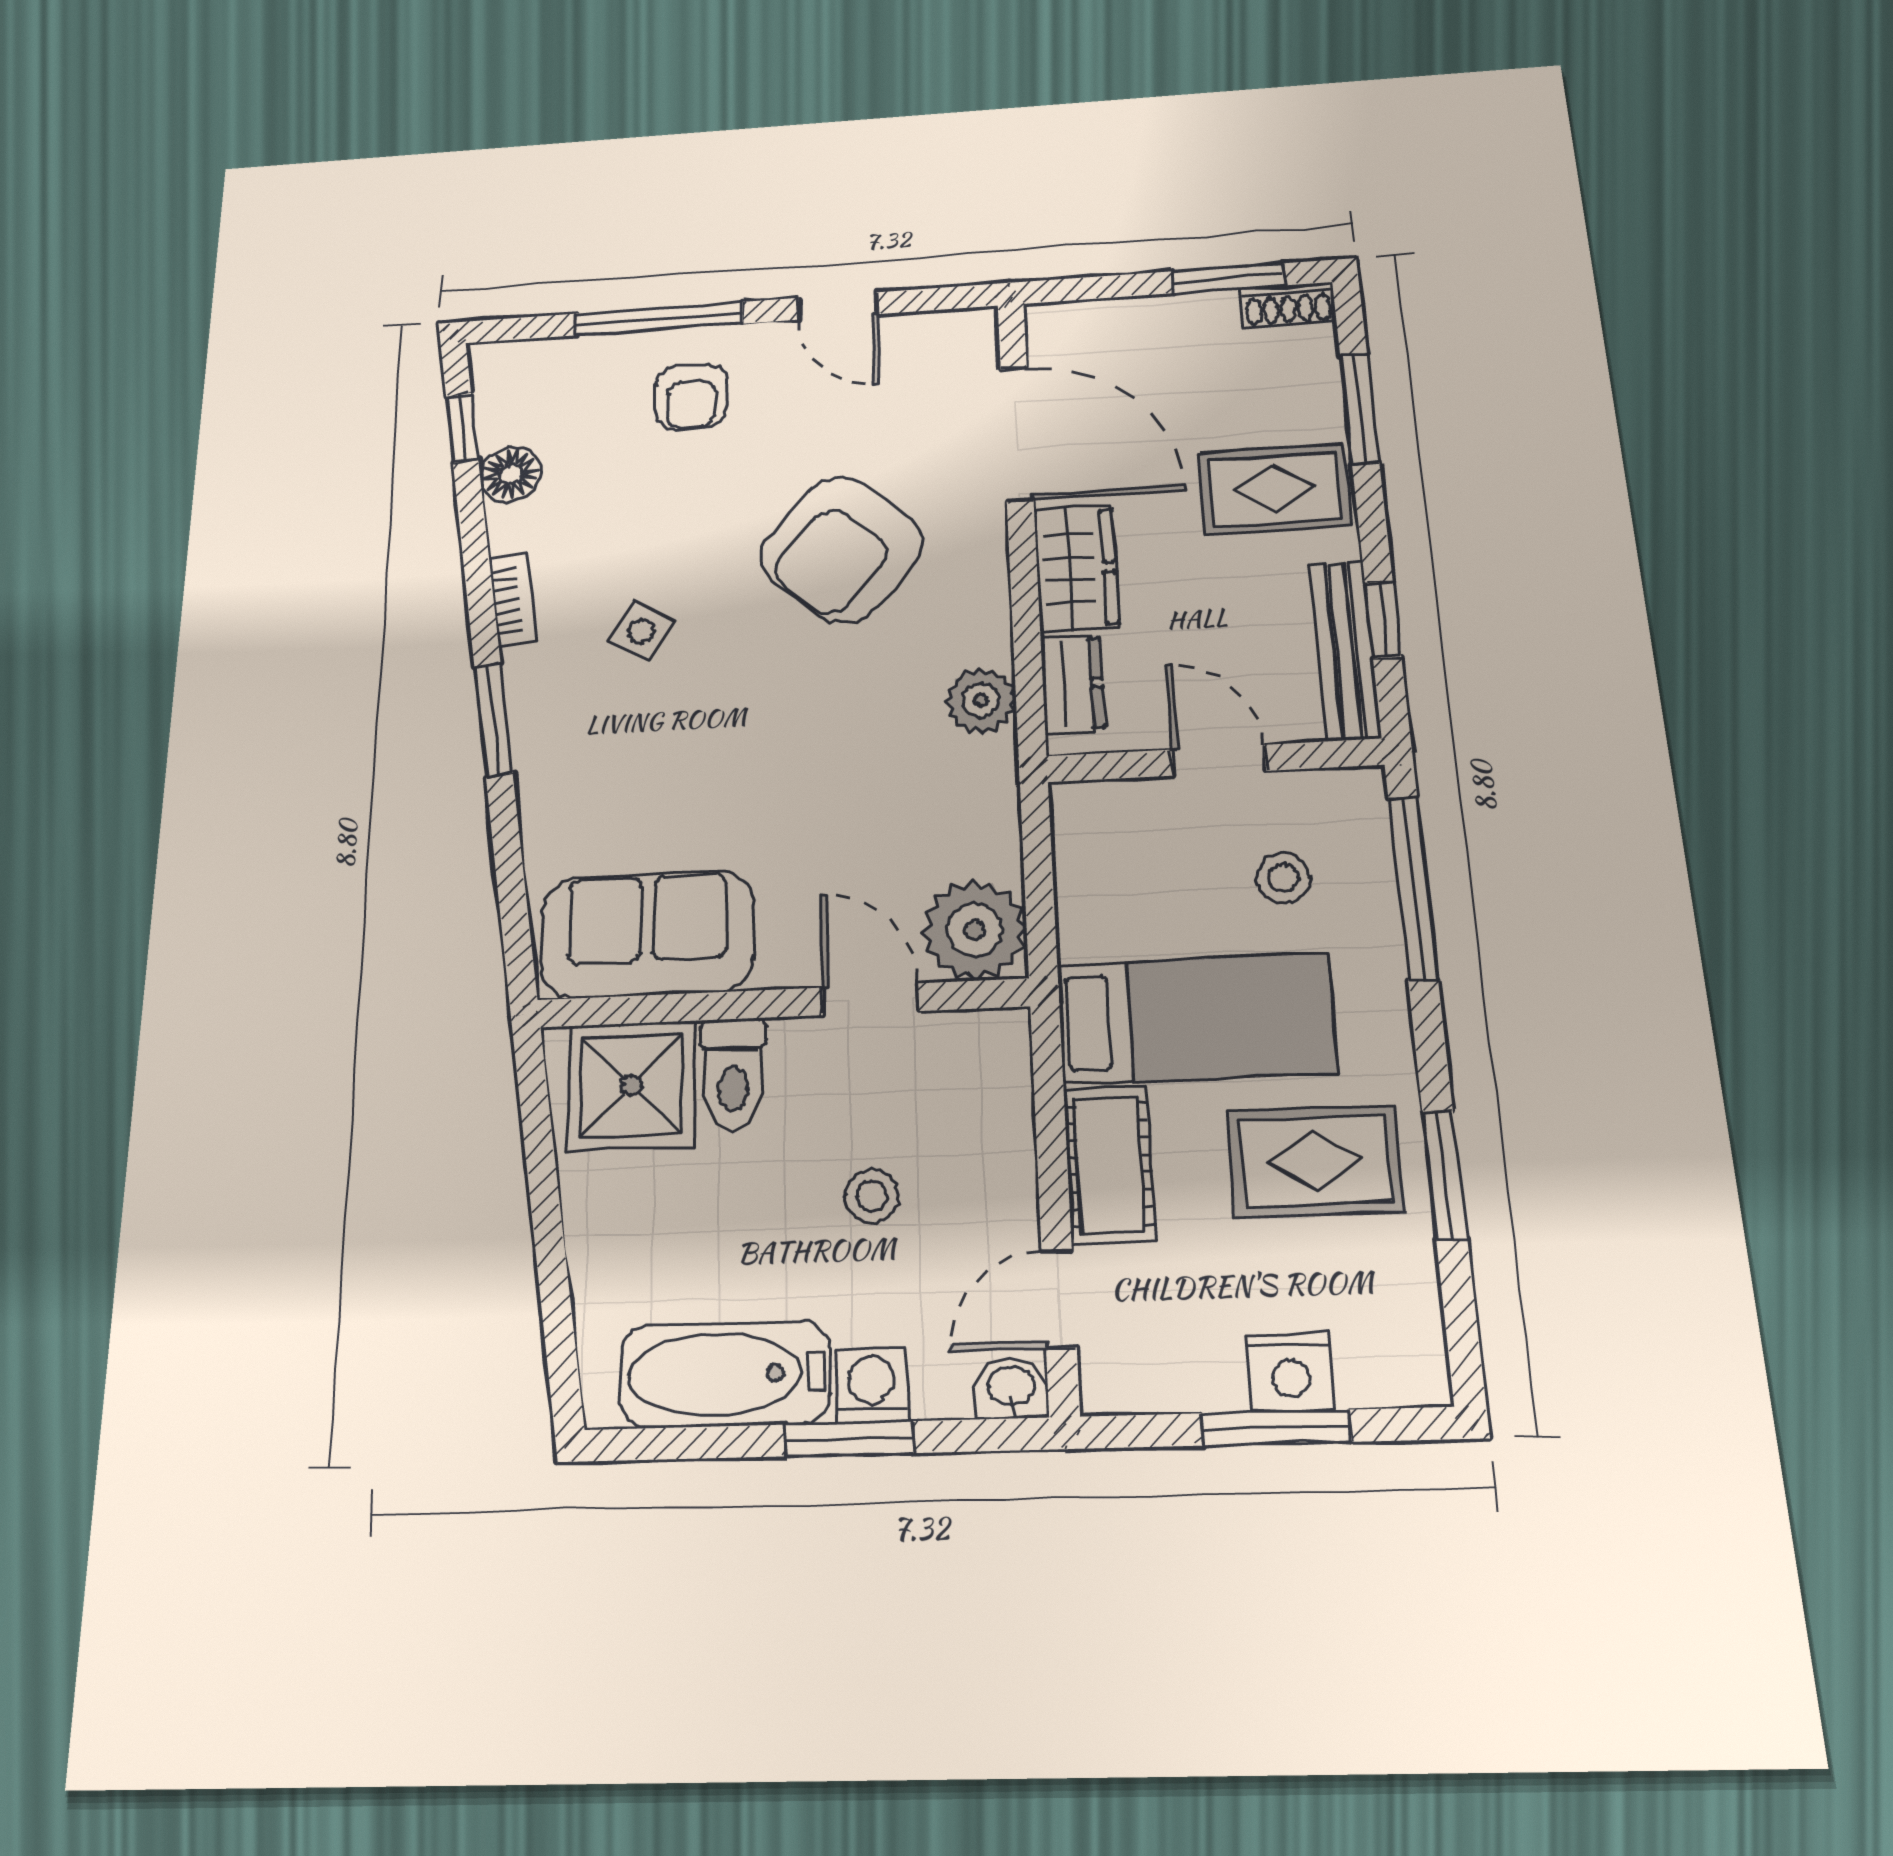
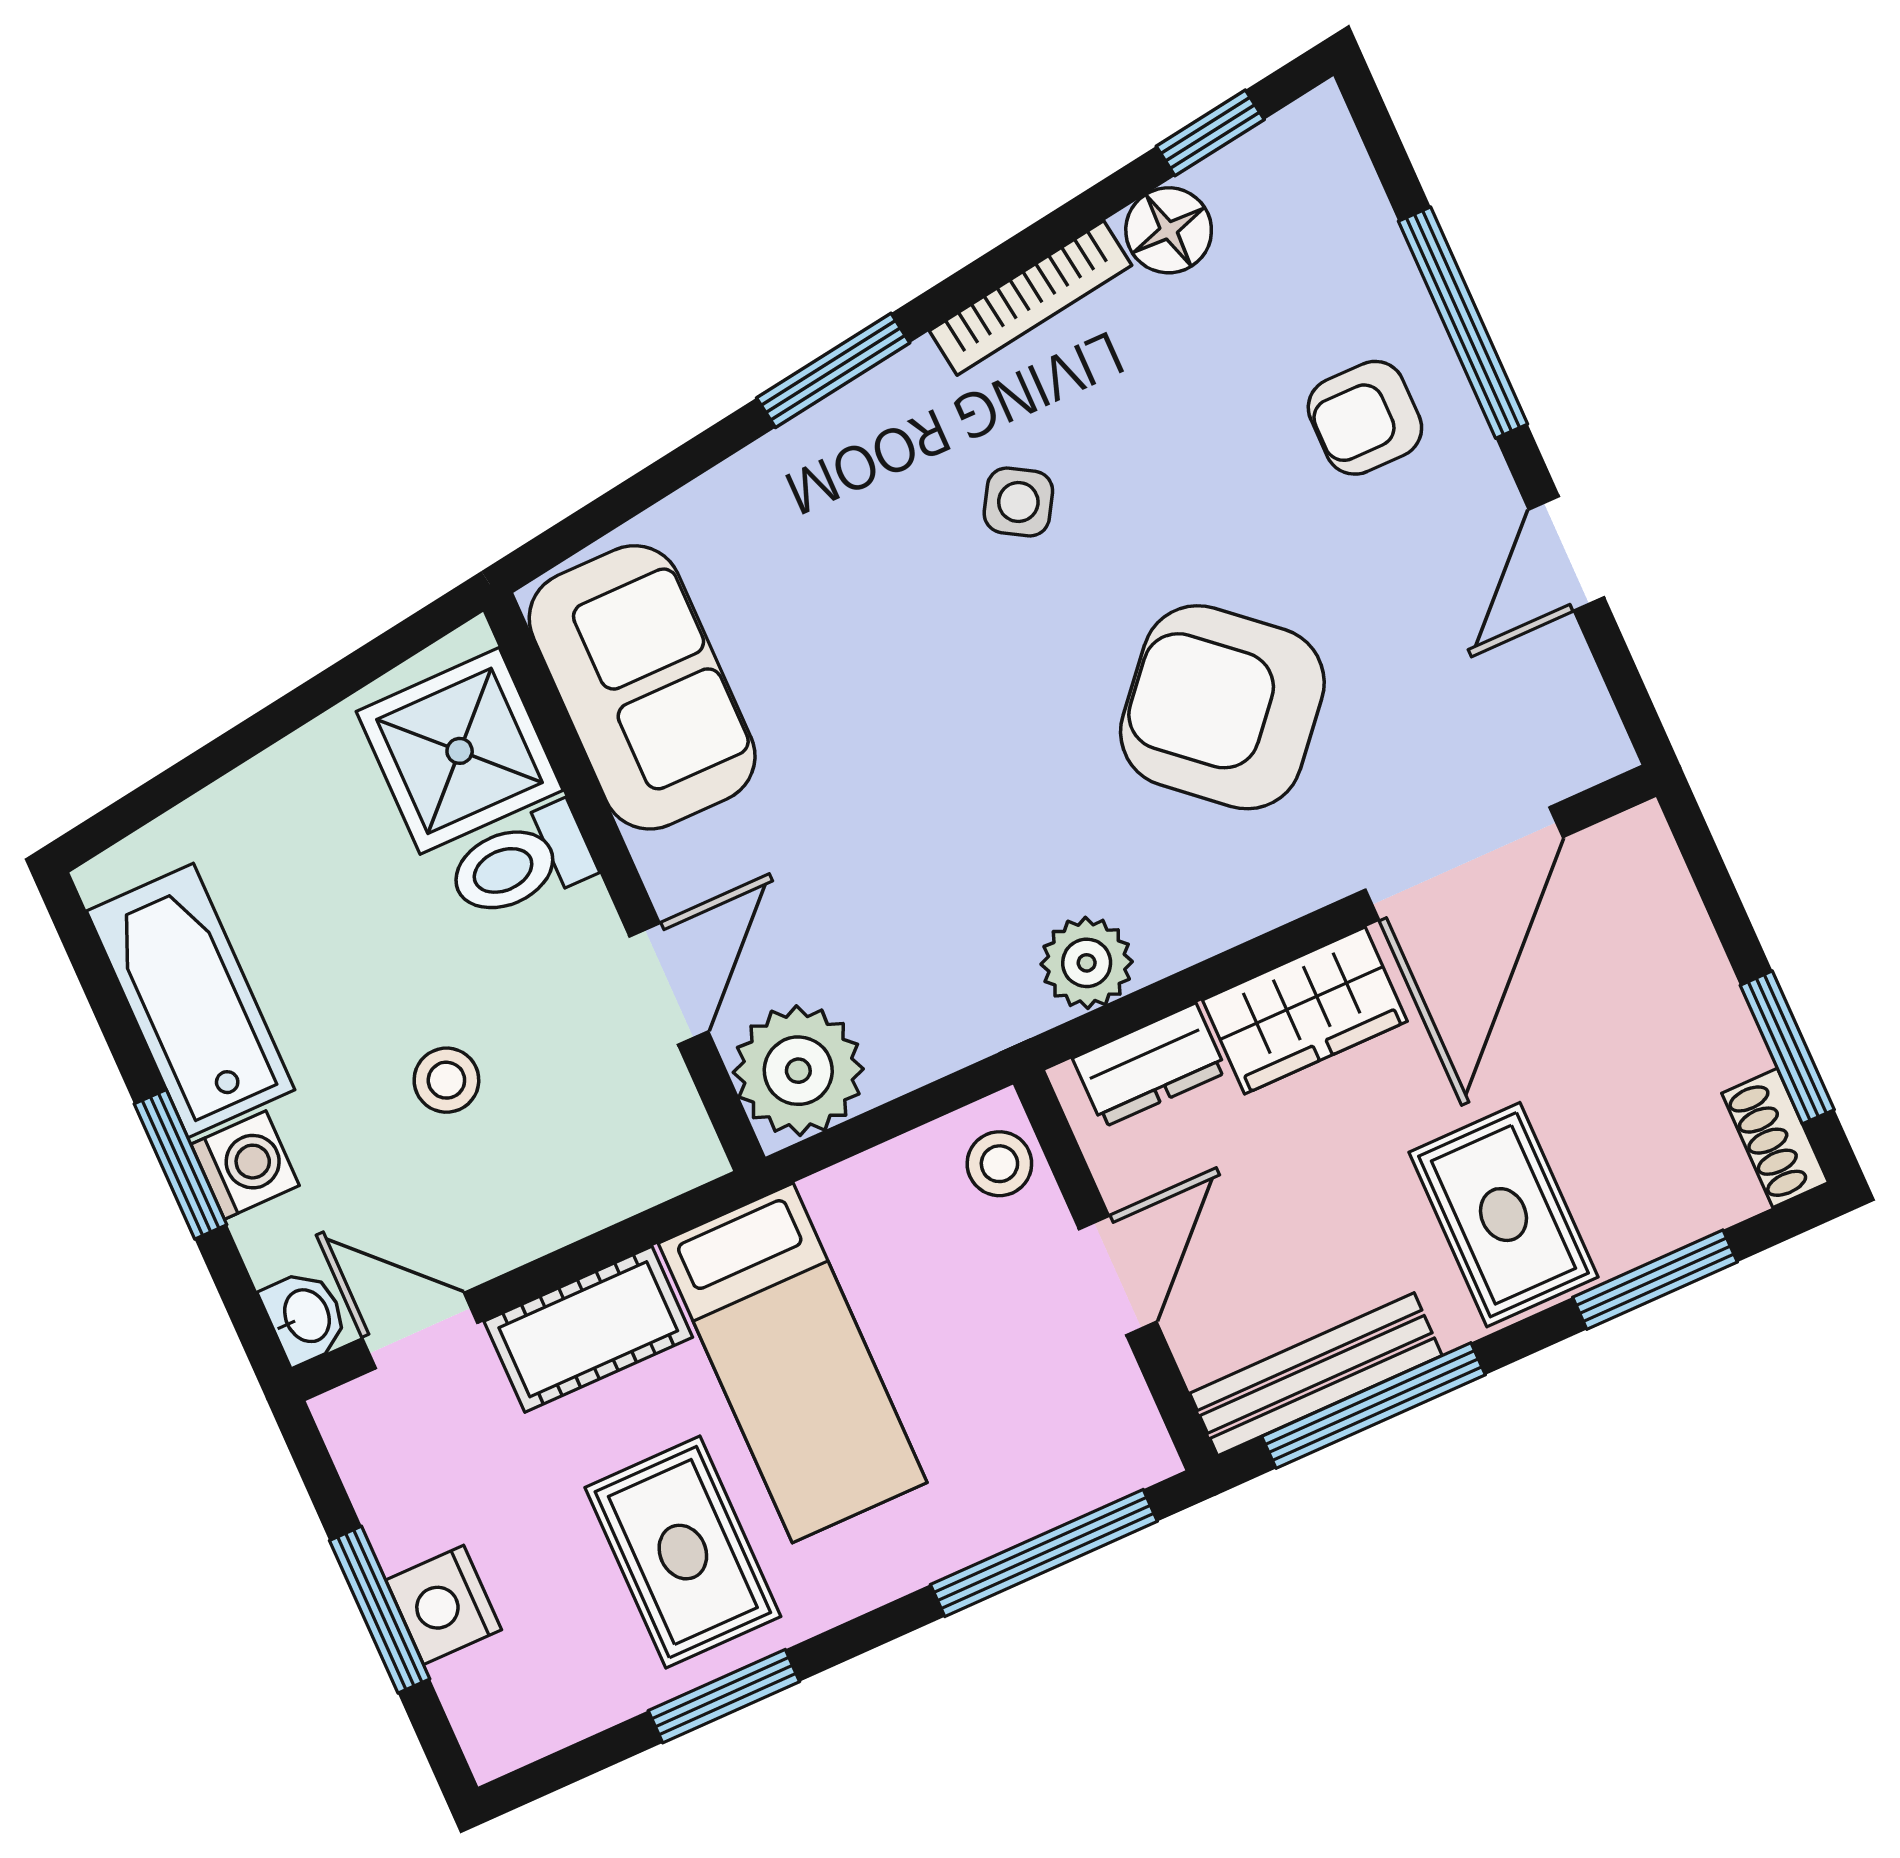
bookcase: (513, 600) -> (1030, 298), width x1.56
window: (1383, 620) -> (1373, 1406), width x2.17
stool: (1283, 878) -> (999, 1164), moved

